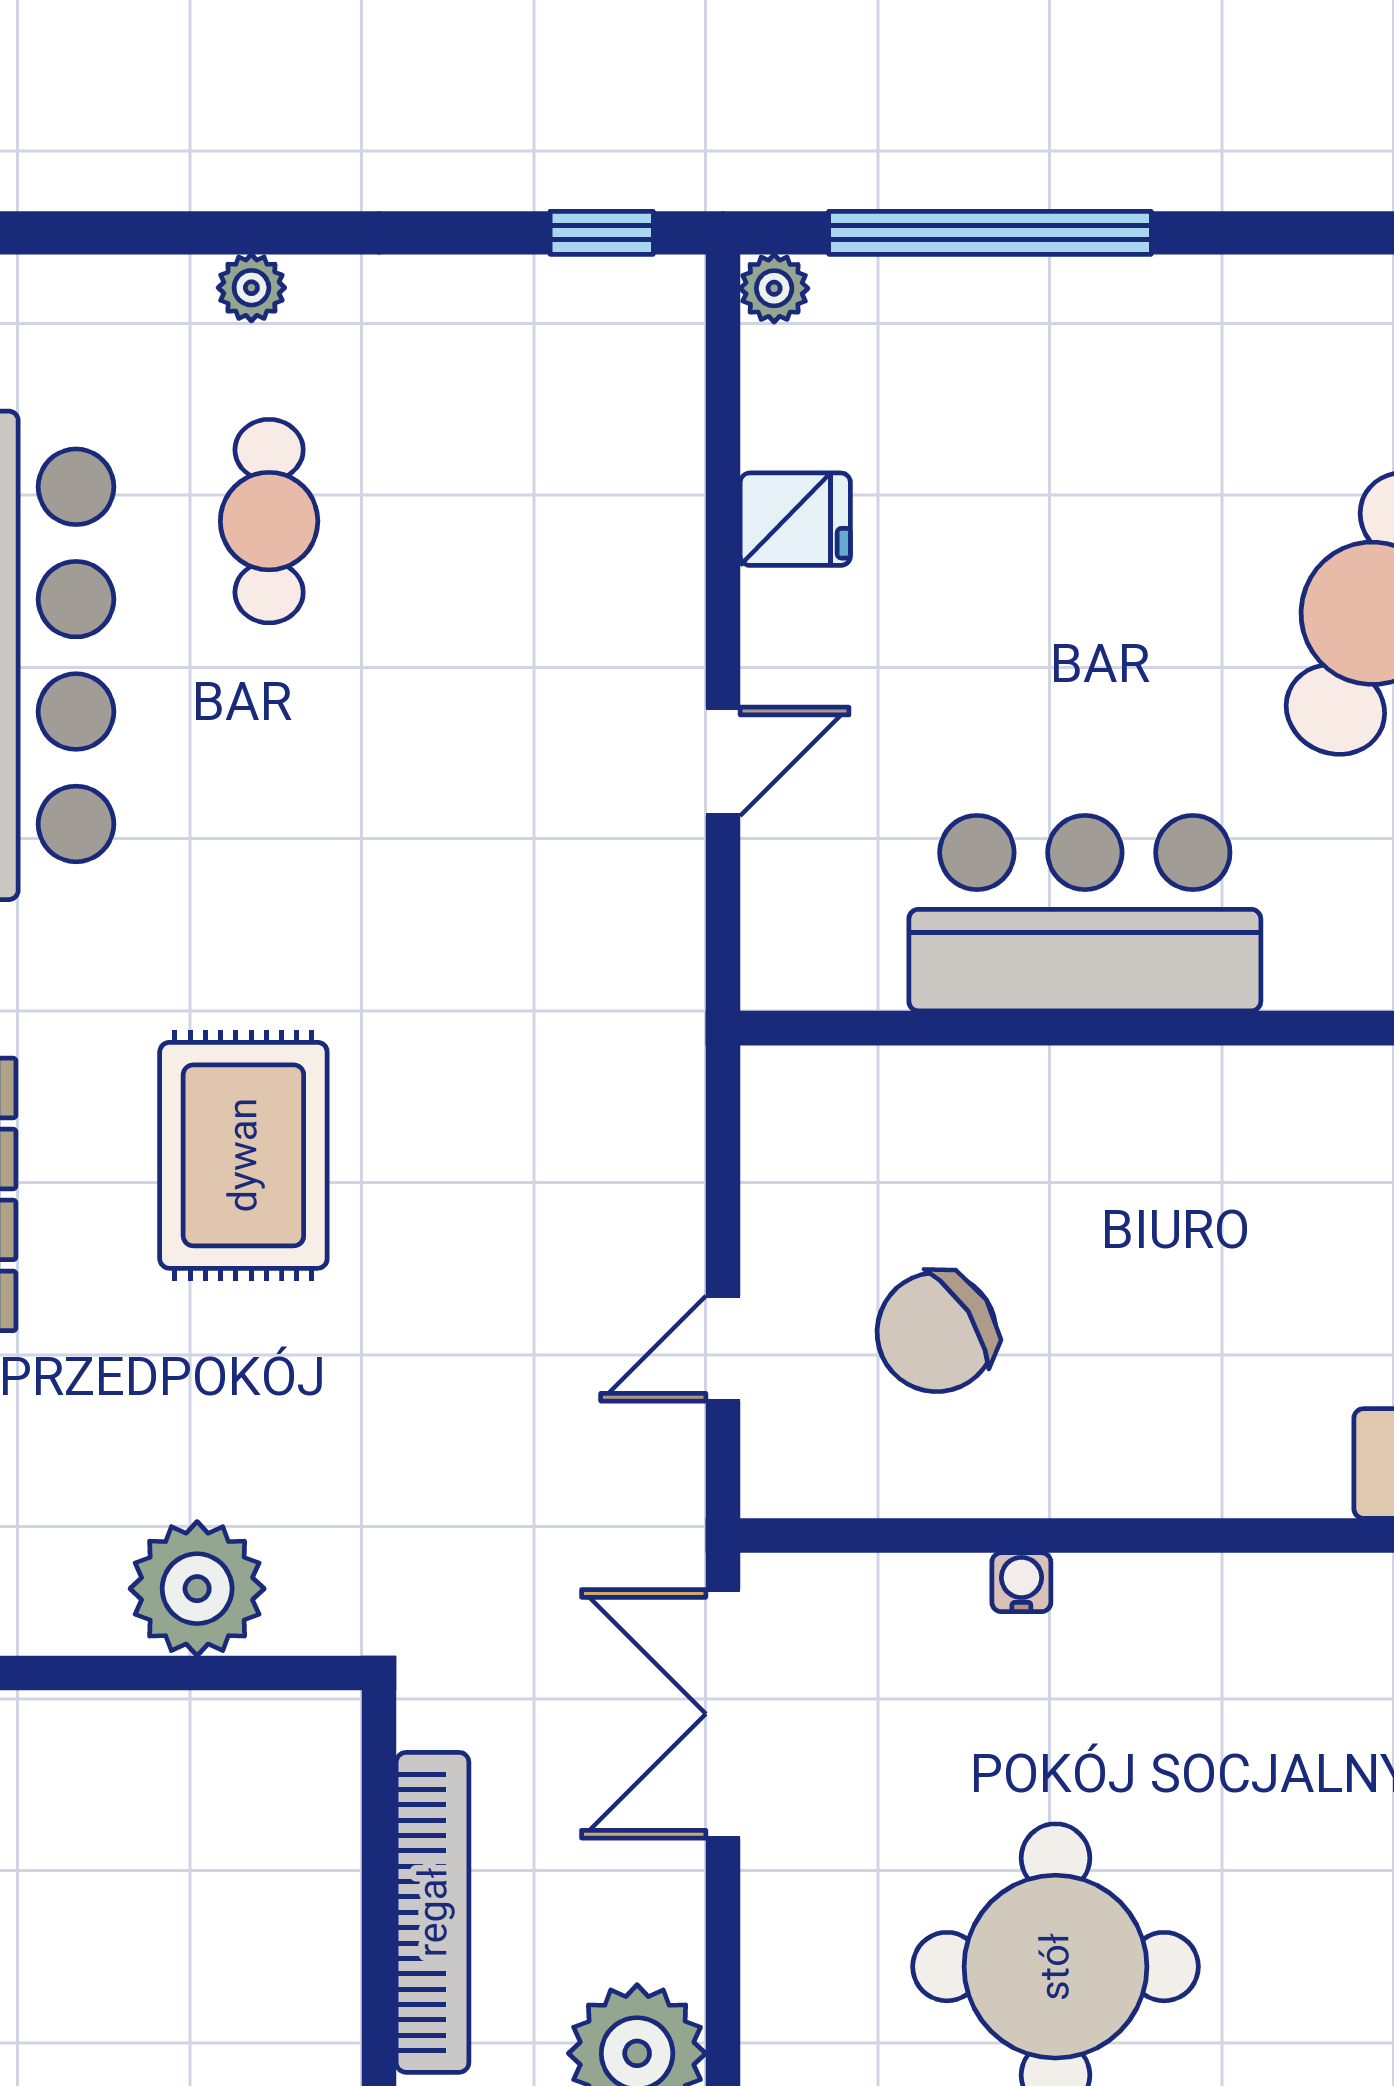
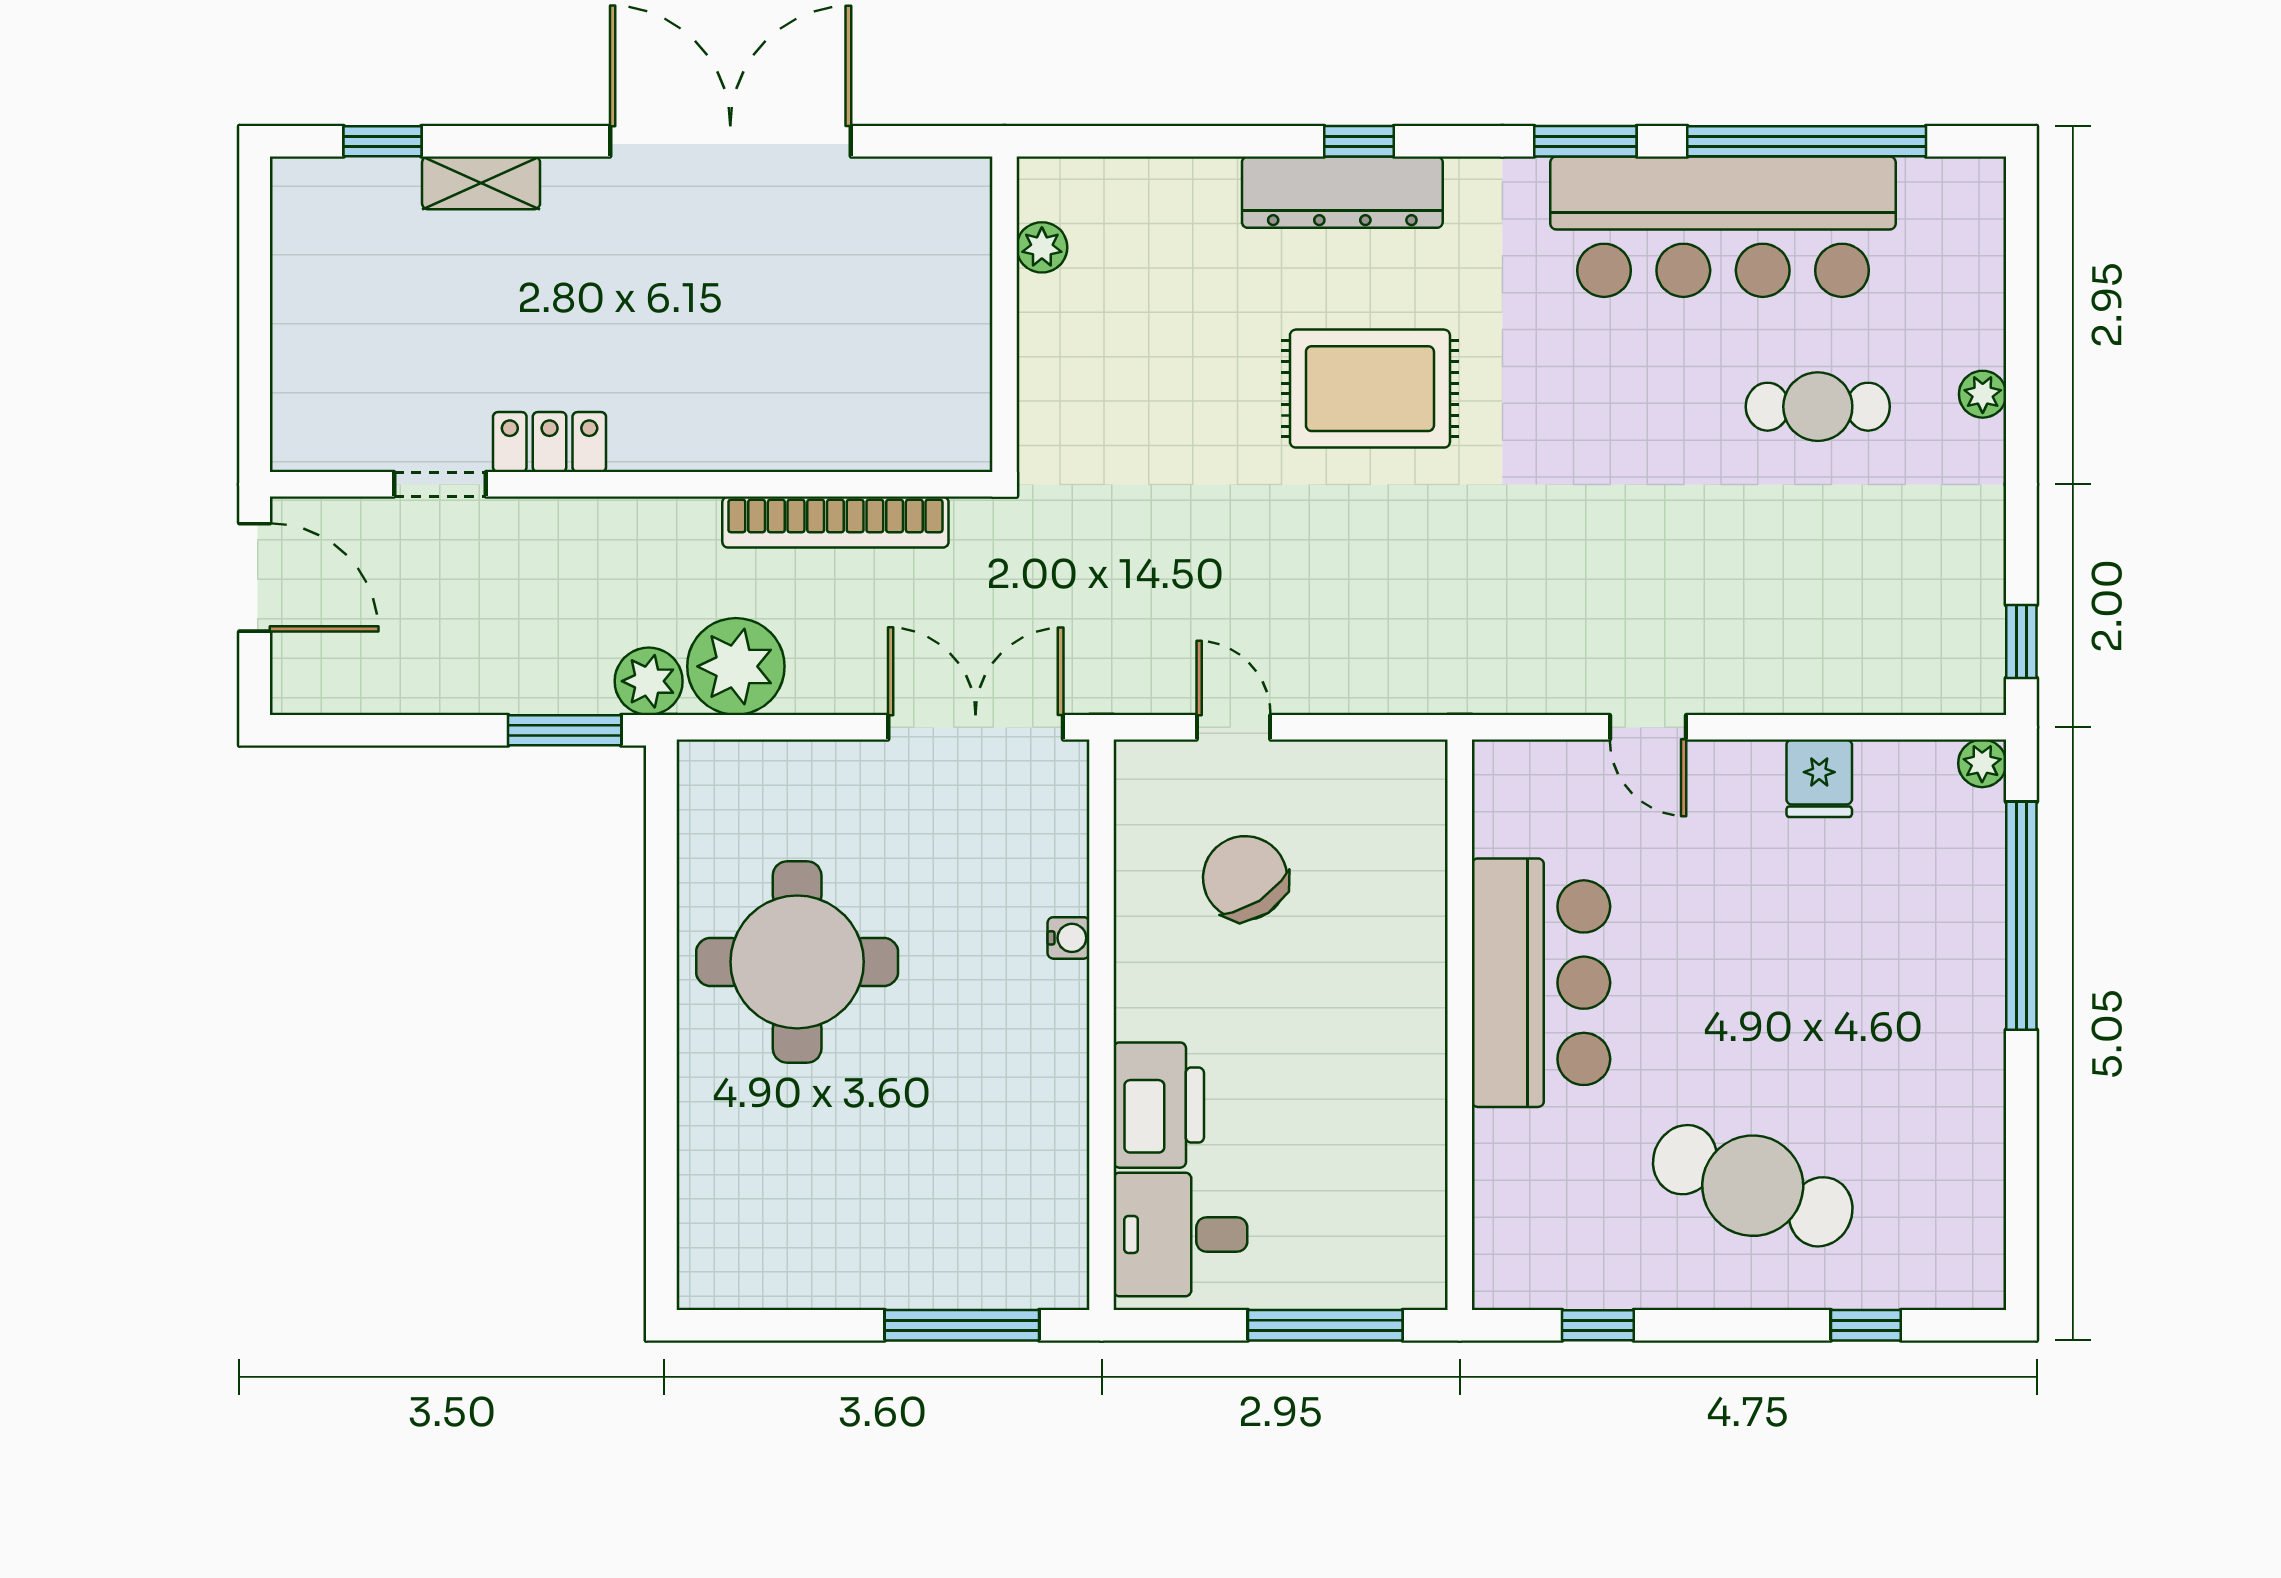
printer: (1258, 1454) -> (1159, 1105), added
plant: (197, 1589) -> (1042, 247), moved, width x0.53, depth x0.53

